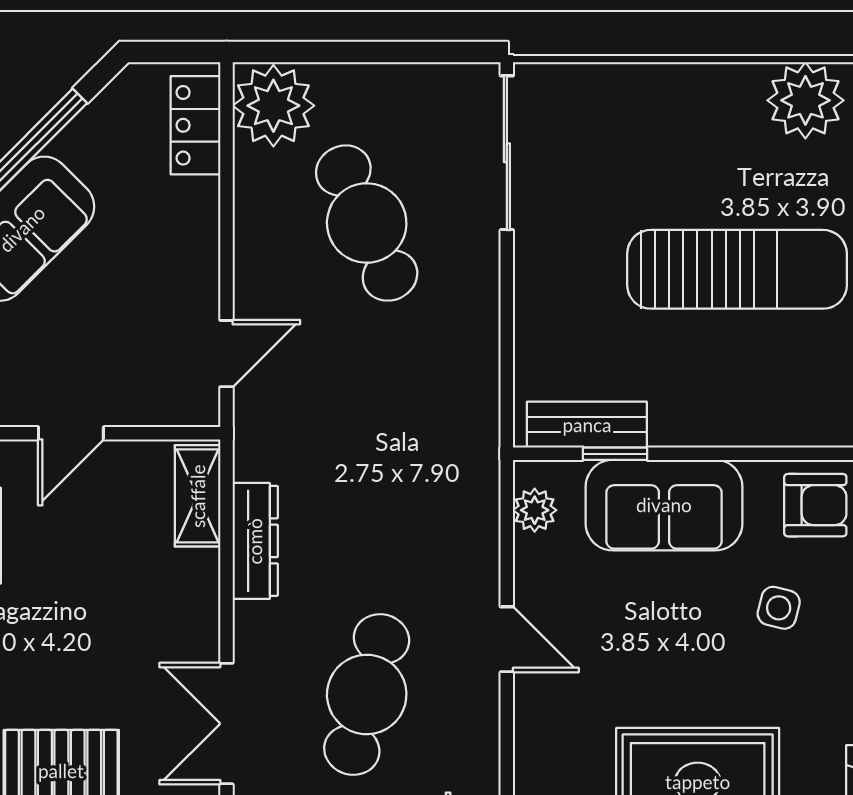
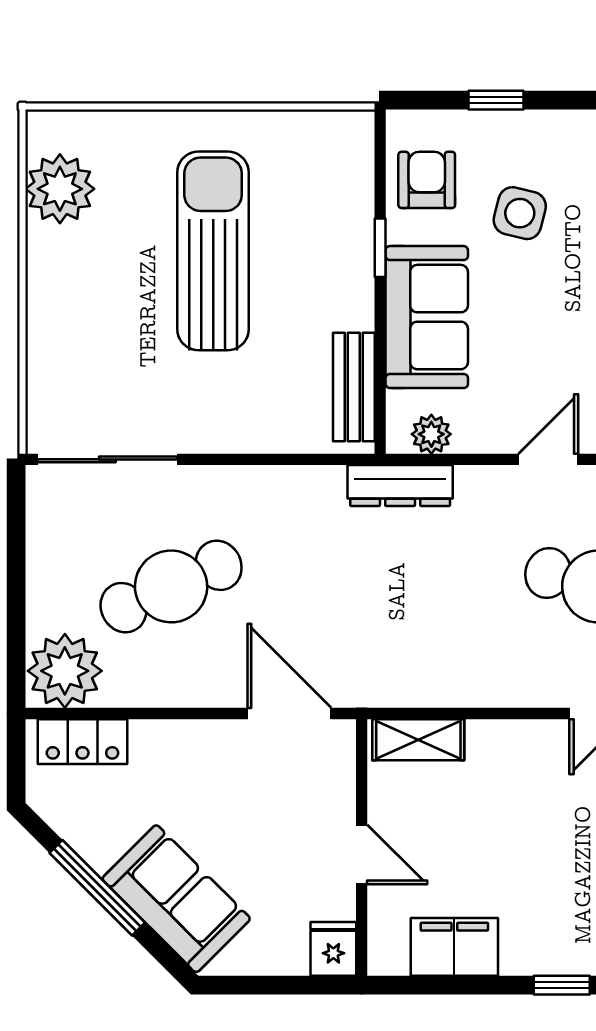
door: (226, 354) -> (289, 714), width x1.38
window: (615, 454) -> (380, 248), moved
dresser: (255, 541) -> (400, 486), moved, turned 180
side table: (779, 608) -> (520, 213), width x1.37, depth x1.37

